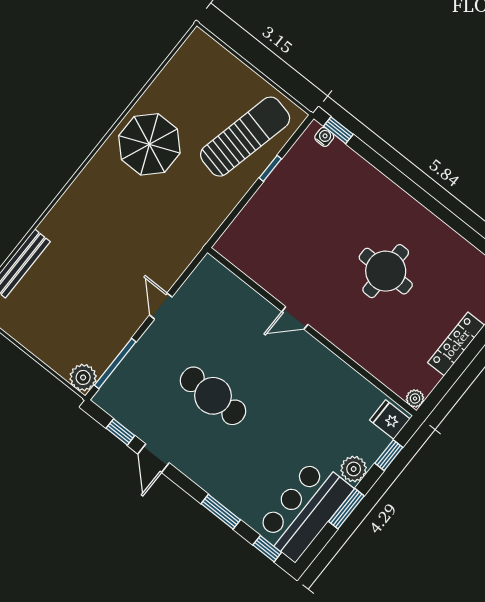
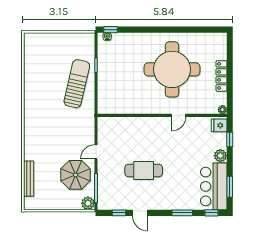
sun lounger: (245, 137) -> (77, 84), moved
parasol: (149, 144) -> (76, 175), moved
round table: (386, 271) -> (172, 69), width x1.86, depth x1.86
door: (161, 306) -> (96, 152), hinge flipped
door: (295, 318) -> (179, 115), moved
window: (346, 509) -> (230, 187), moved

